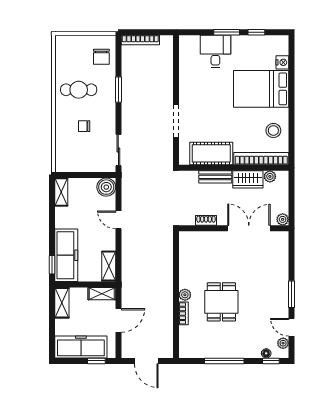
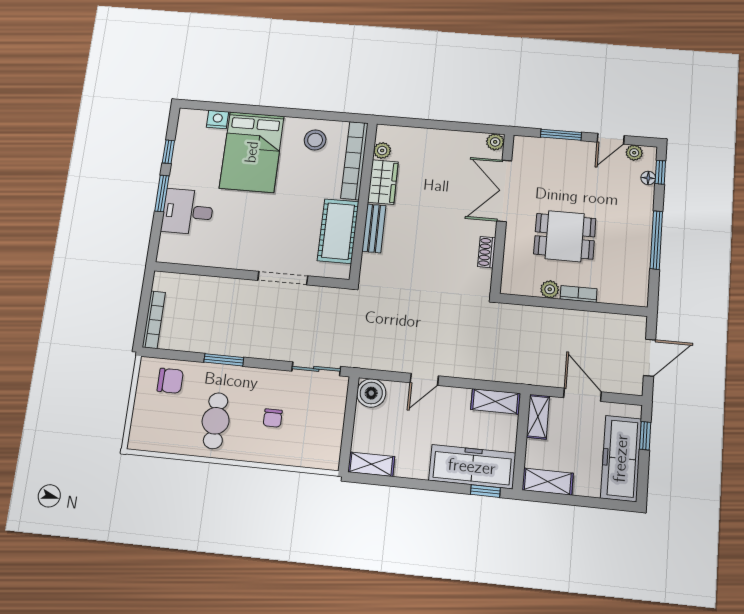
plant: (283, 219) -> (495, 142), moved
shoe rack: (206, 220) -> (487, 252), moved
wall: (234, 228) -> (502, 213), moved
double door: (249, 228) -> (504, 191), moved

